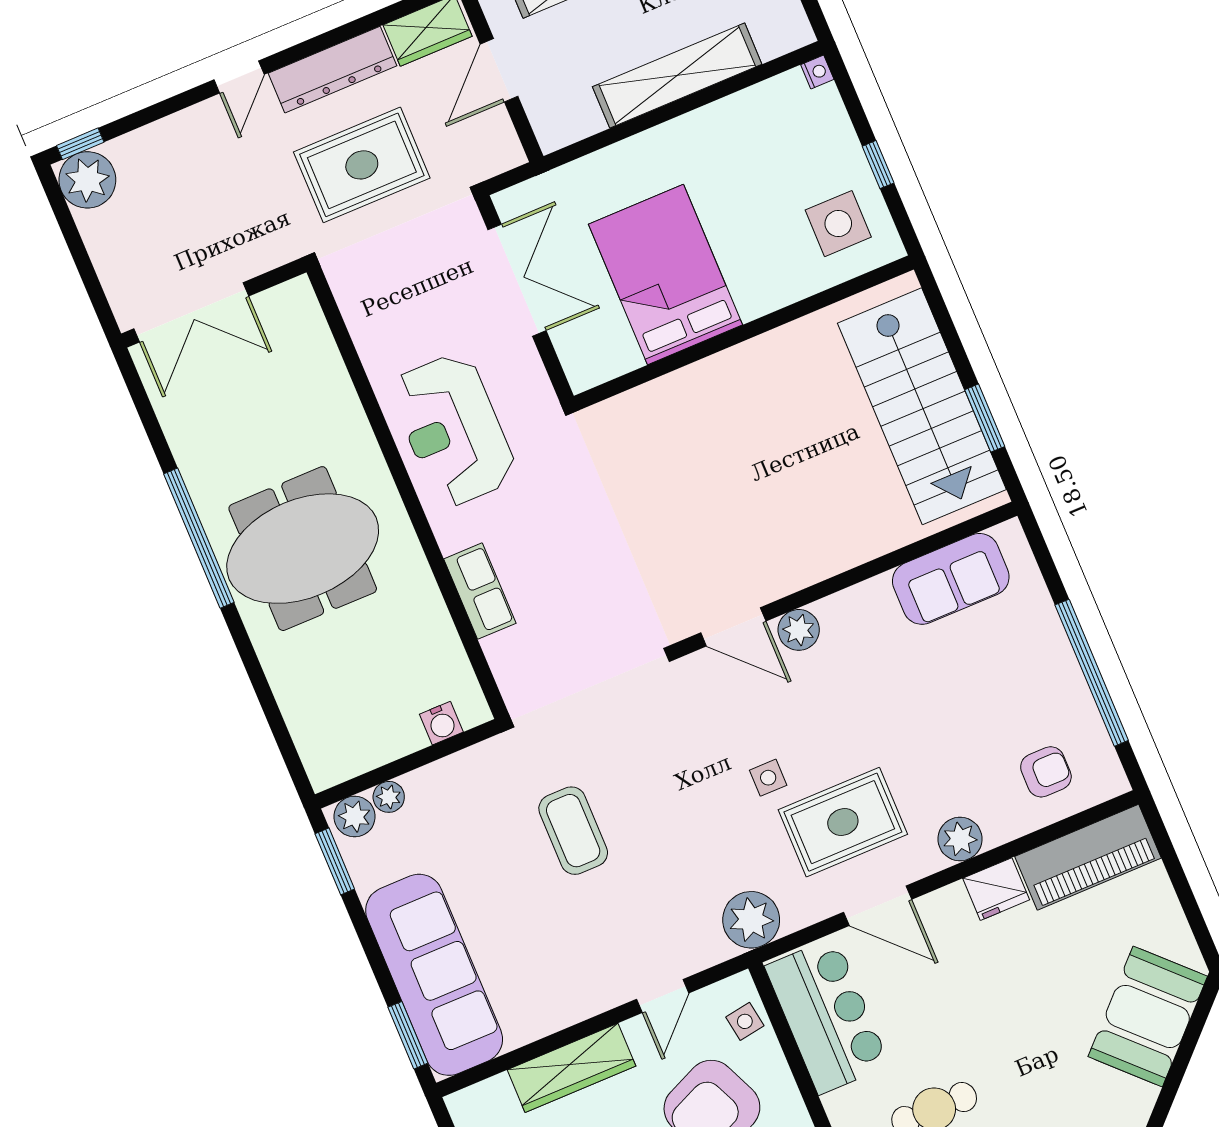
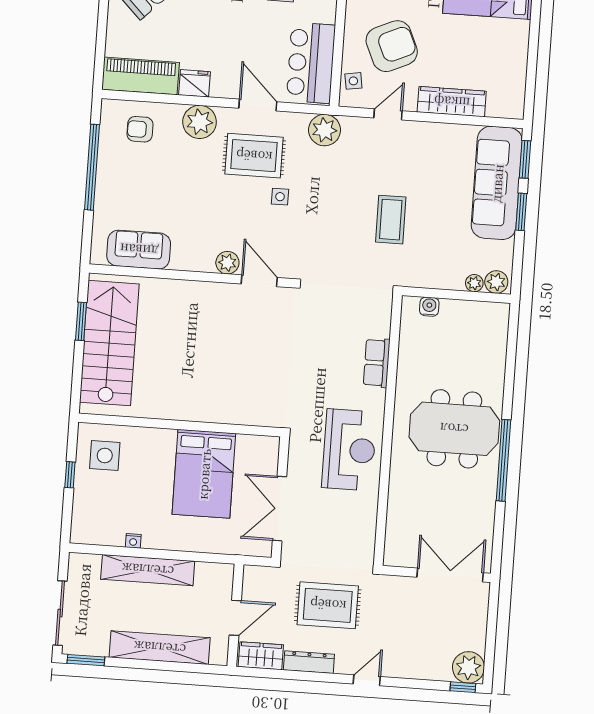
dresser: (333, 70) -> (309, 662), width x0.73, depth x0.80
nightstand: (817, 72) -> (133, 541), moved, turned -90
plant: (960, 839) -> (200, 122), width x1.36, depth x1.36
window: (335, 861) -> (521, 212), moved

